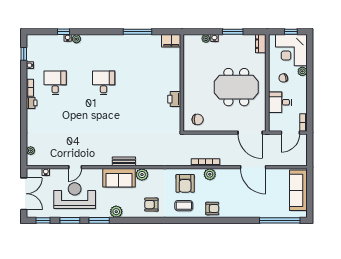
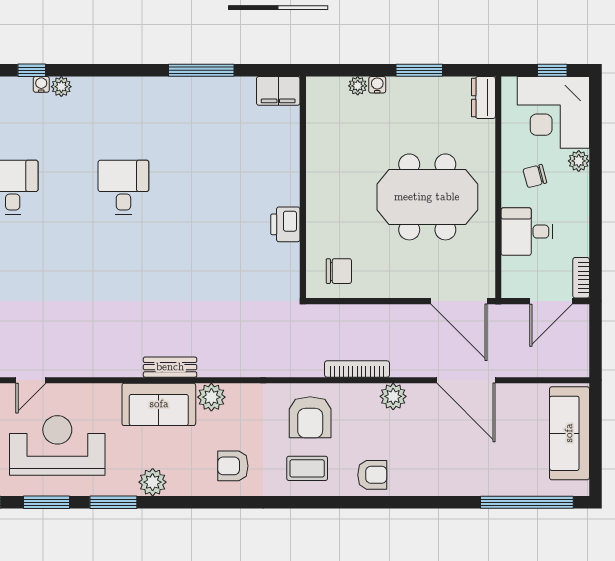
door: (75, 167) -> (31, 380), moved
plant: (210, 174) -> (393, 396), moved

